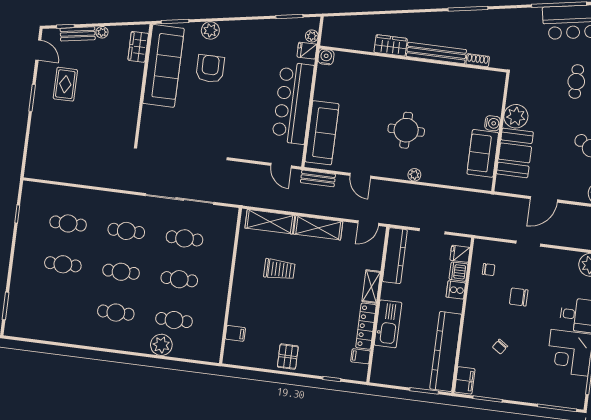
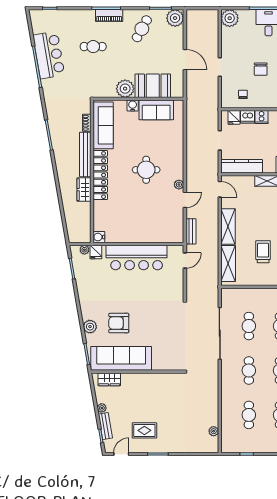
locker: (407, 69) -> (100, 175), added
sofa: (322, 133) -> (103, 125), moved, turned 90
plant: (53, 175) -> (214, 431), added
plant: (414, 175) -> (179, 185), moved

